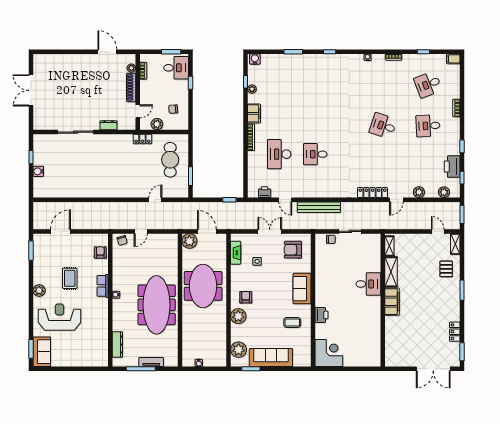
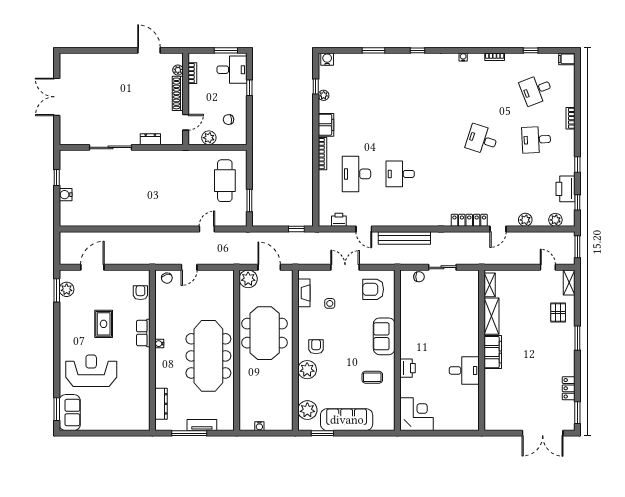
locker: (142, 139) -> (191, 156), removed
desk: (368, 284) -> (464, 370), moved
plant: (39, 290) -> (67, 289), moved

